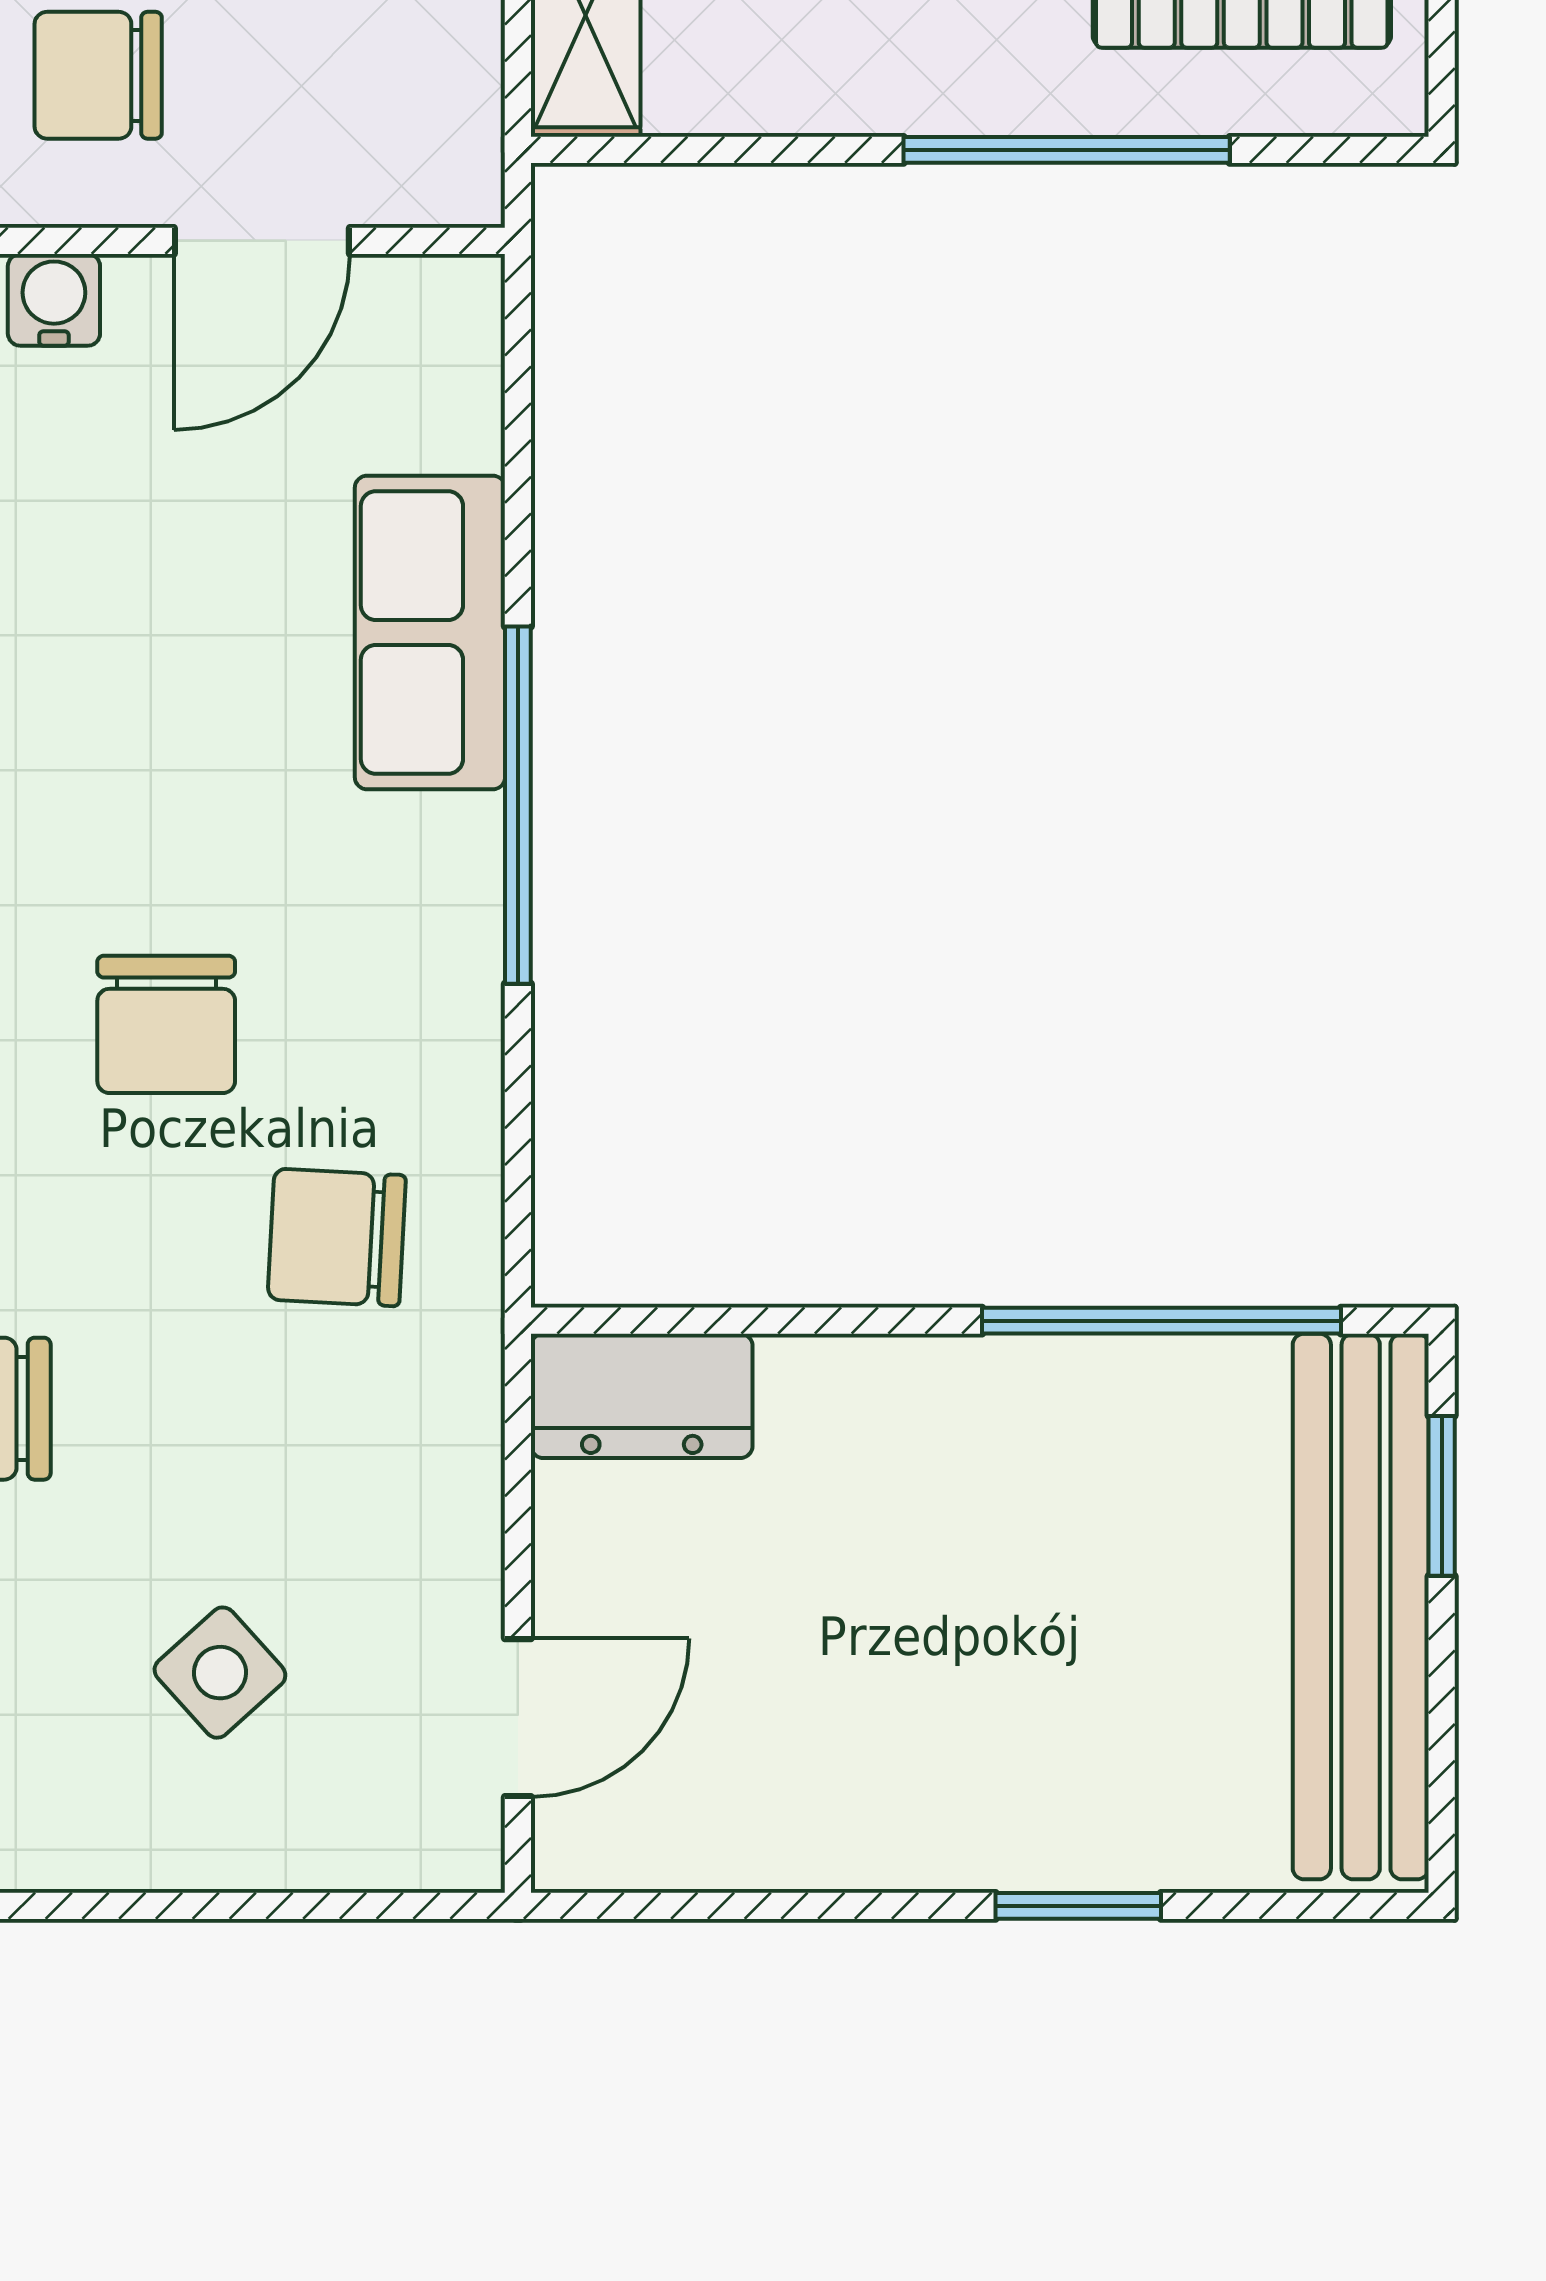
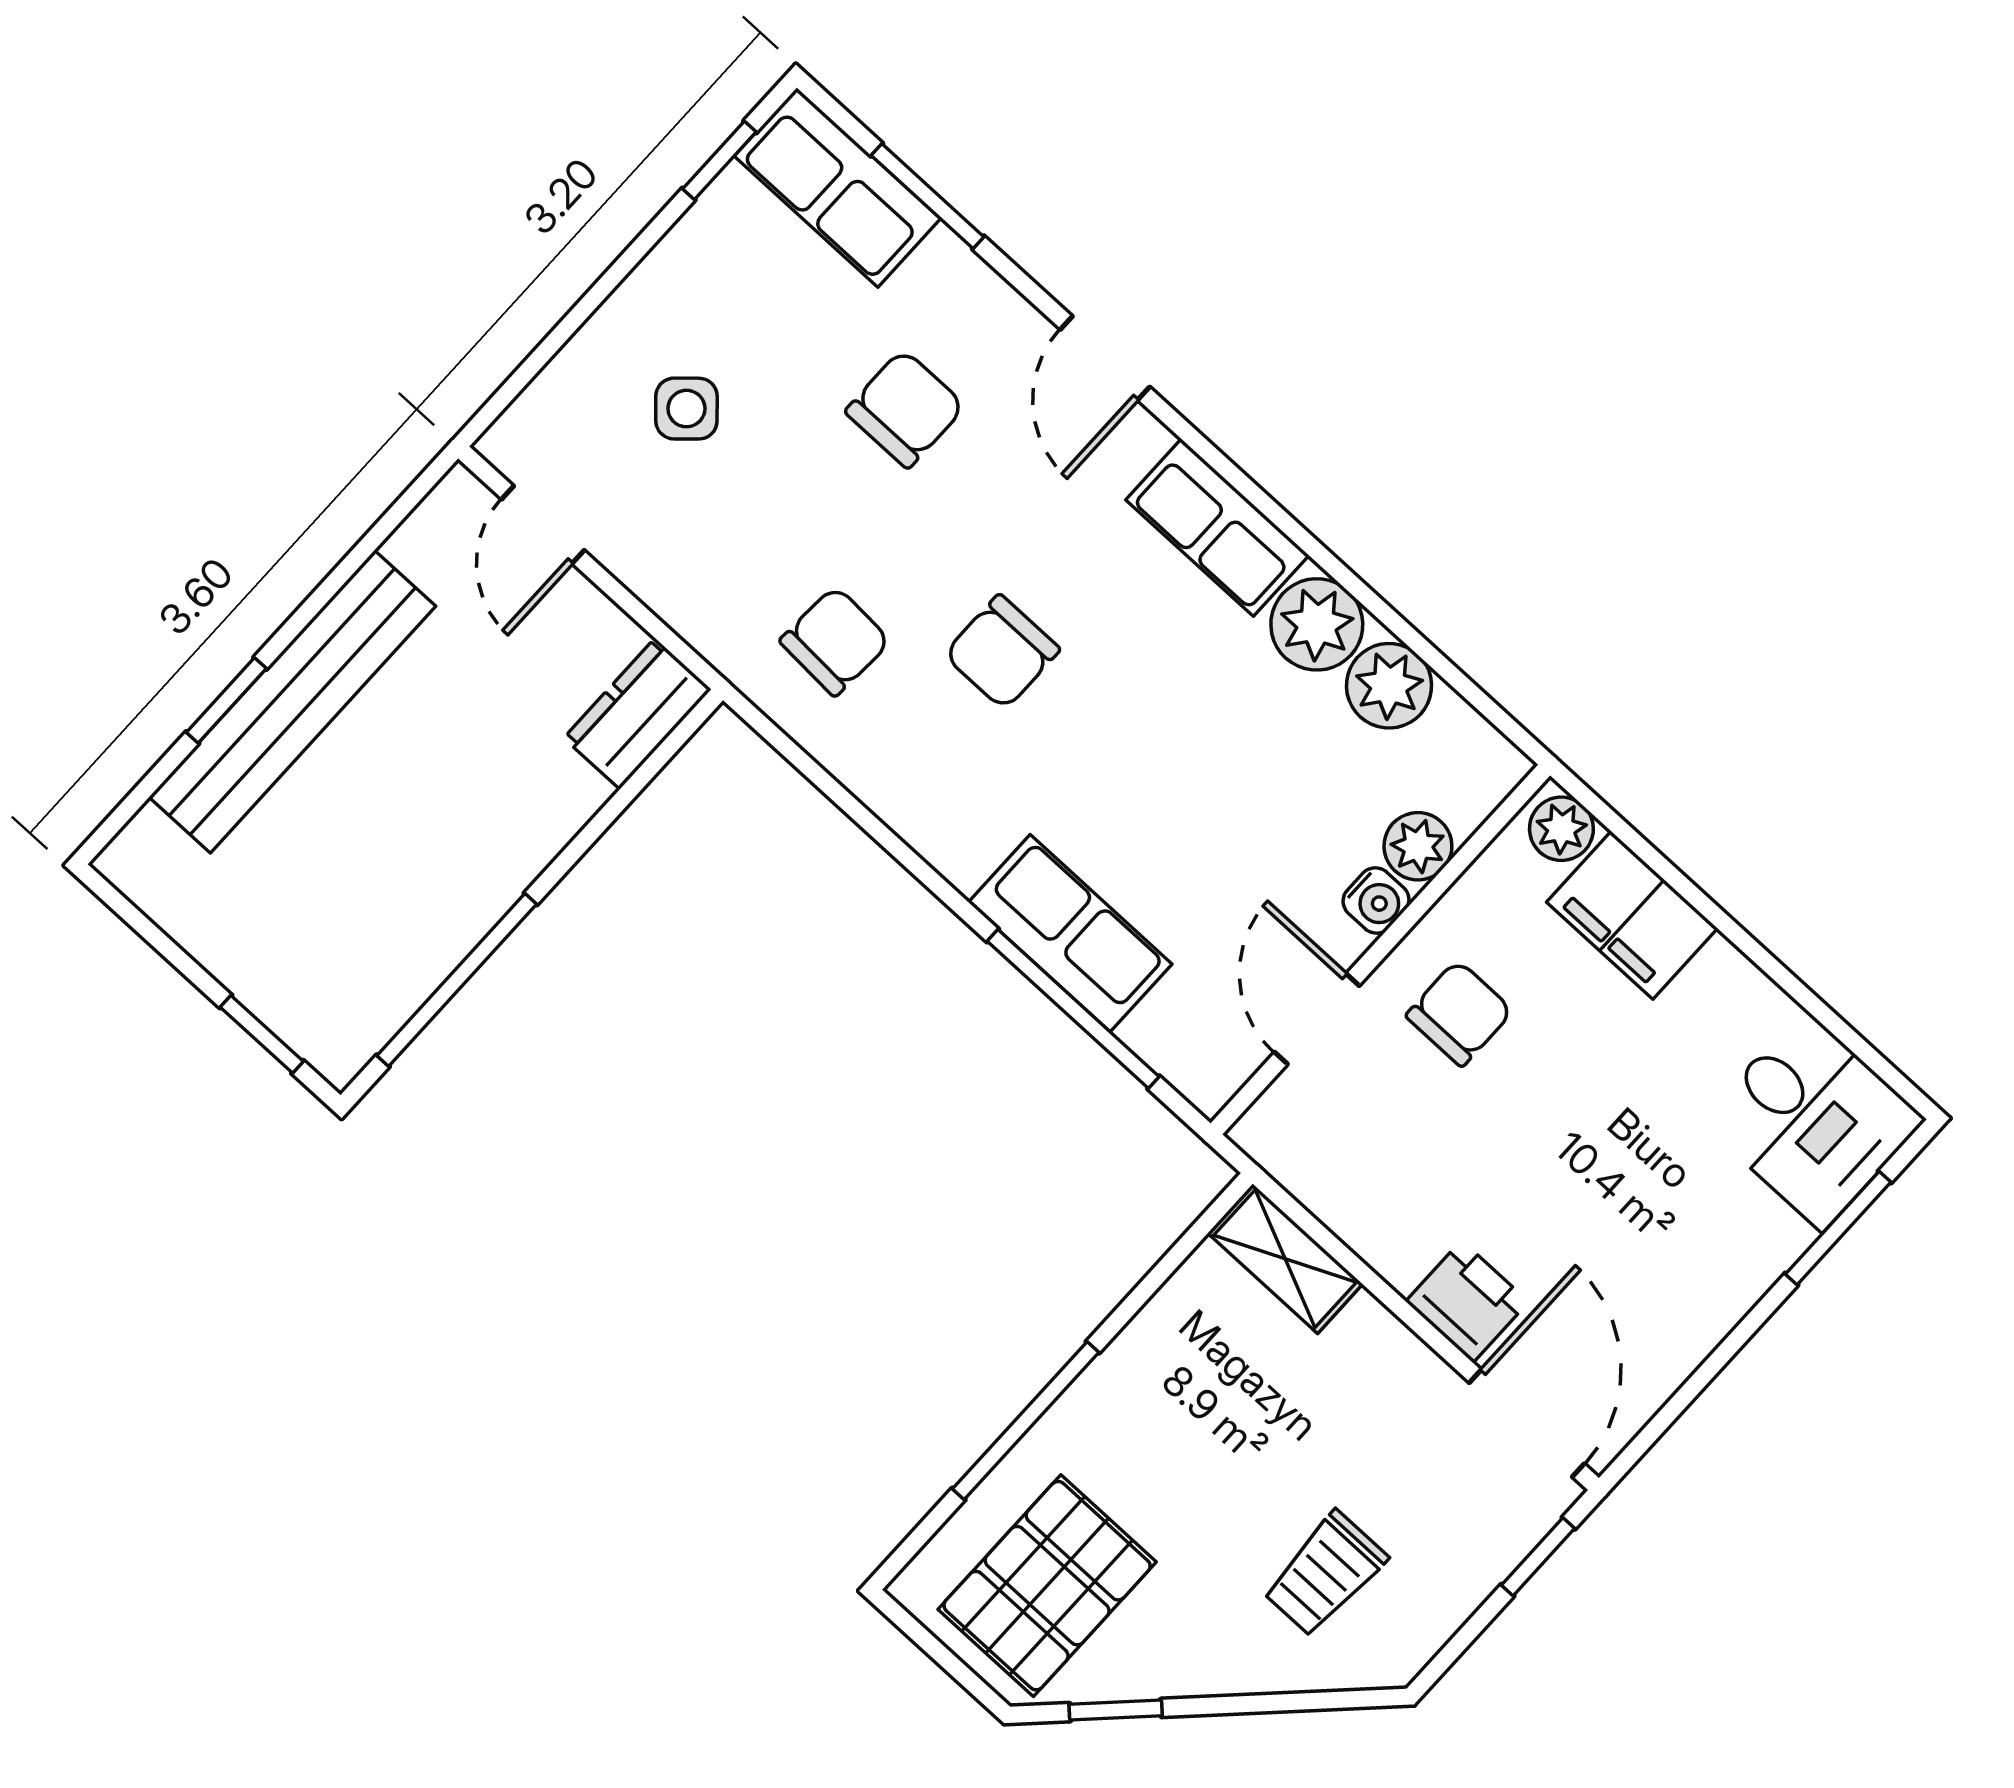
window: (518, 805) -> (1073, 1009), moved
chair: (166, 1024) -> (1002, 652), turned -90
bench: (1361, 1607) -> (292, 702), moved, turned 90

